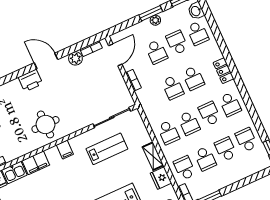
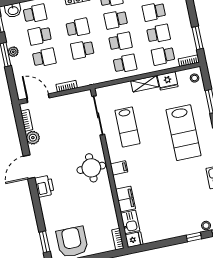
school desk: (173, 87) -> (82, 50), turned 180
round table: (45, 124) -> (91, 168), moved
lab bench: (107, 149) -> (127, 127), turned 180

